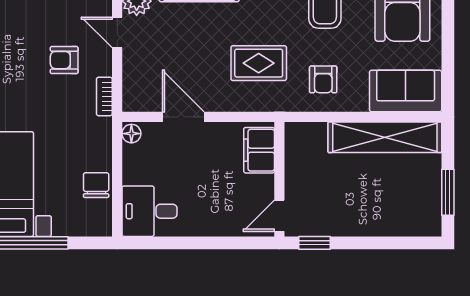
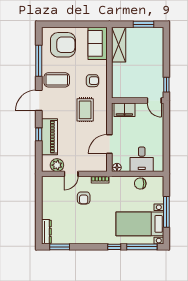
shelving: (385, 137) -> (119, 45), width x0.68
desk: (149, 211) -> (142, 159), moved

